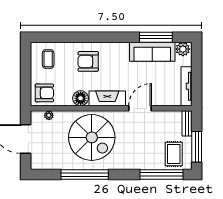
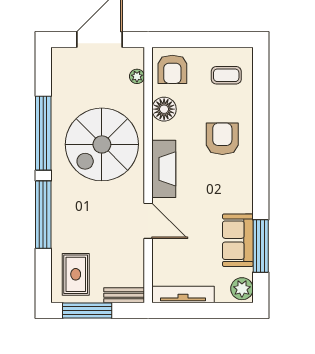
sofa: (152, 52) -> (238, 240), width x0.73
floor lamp: (81, 98) -> (164, 109), moved
rug: (174, 154) -> (76, 274), turned 90
window: (162, 175) -> (43, 215), moved

